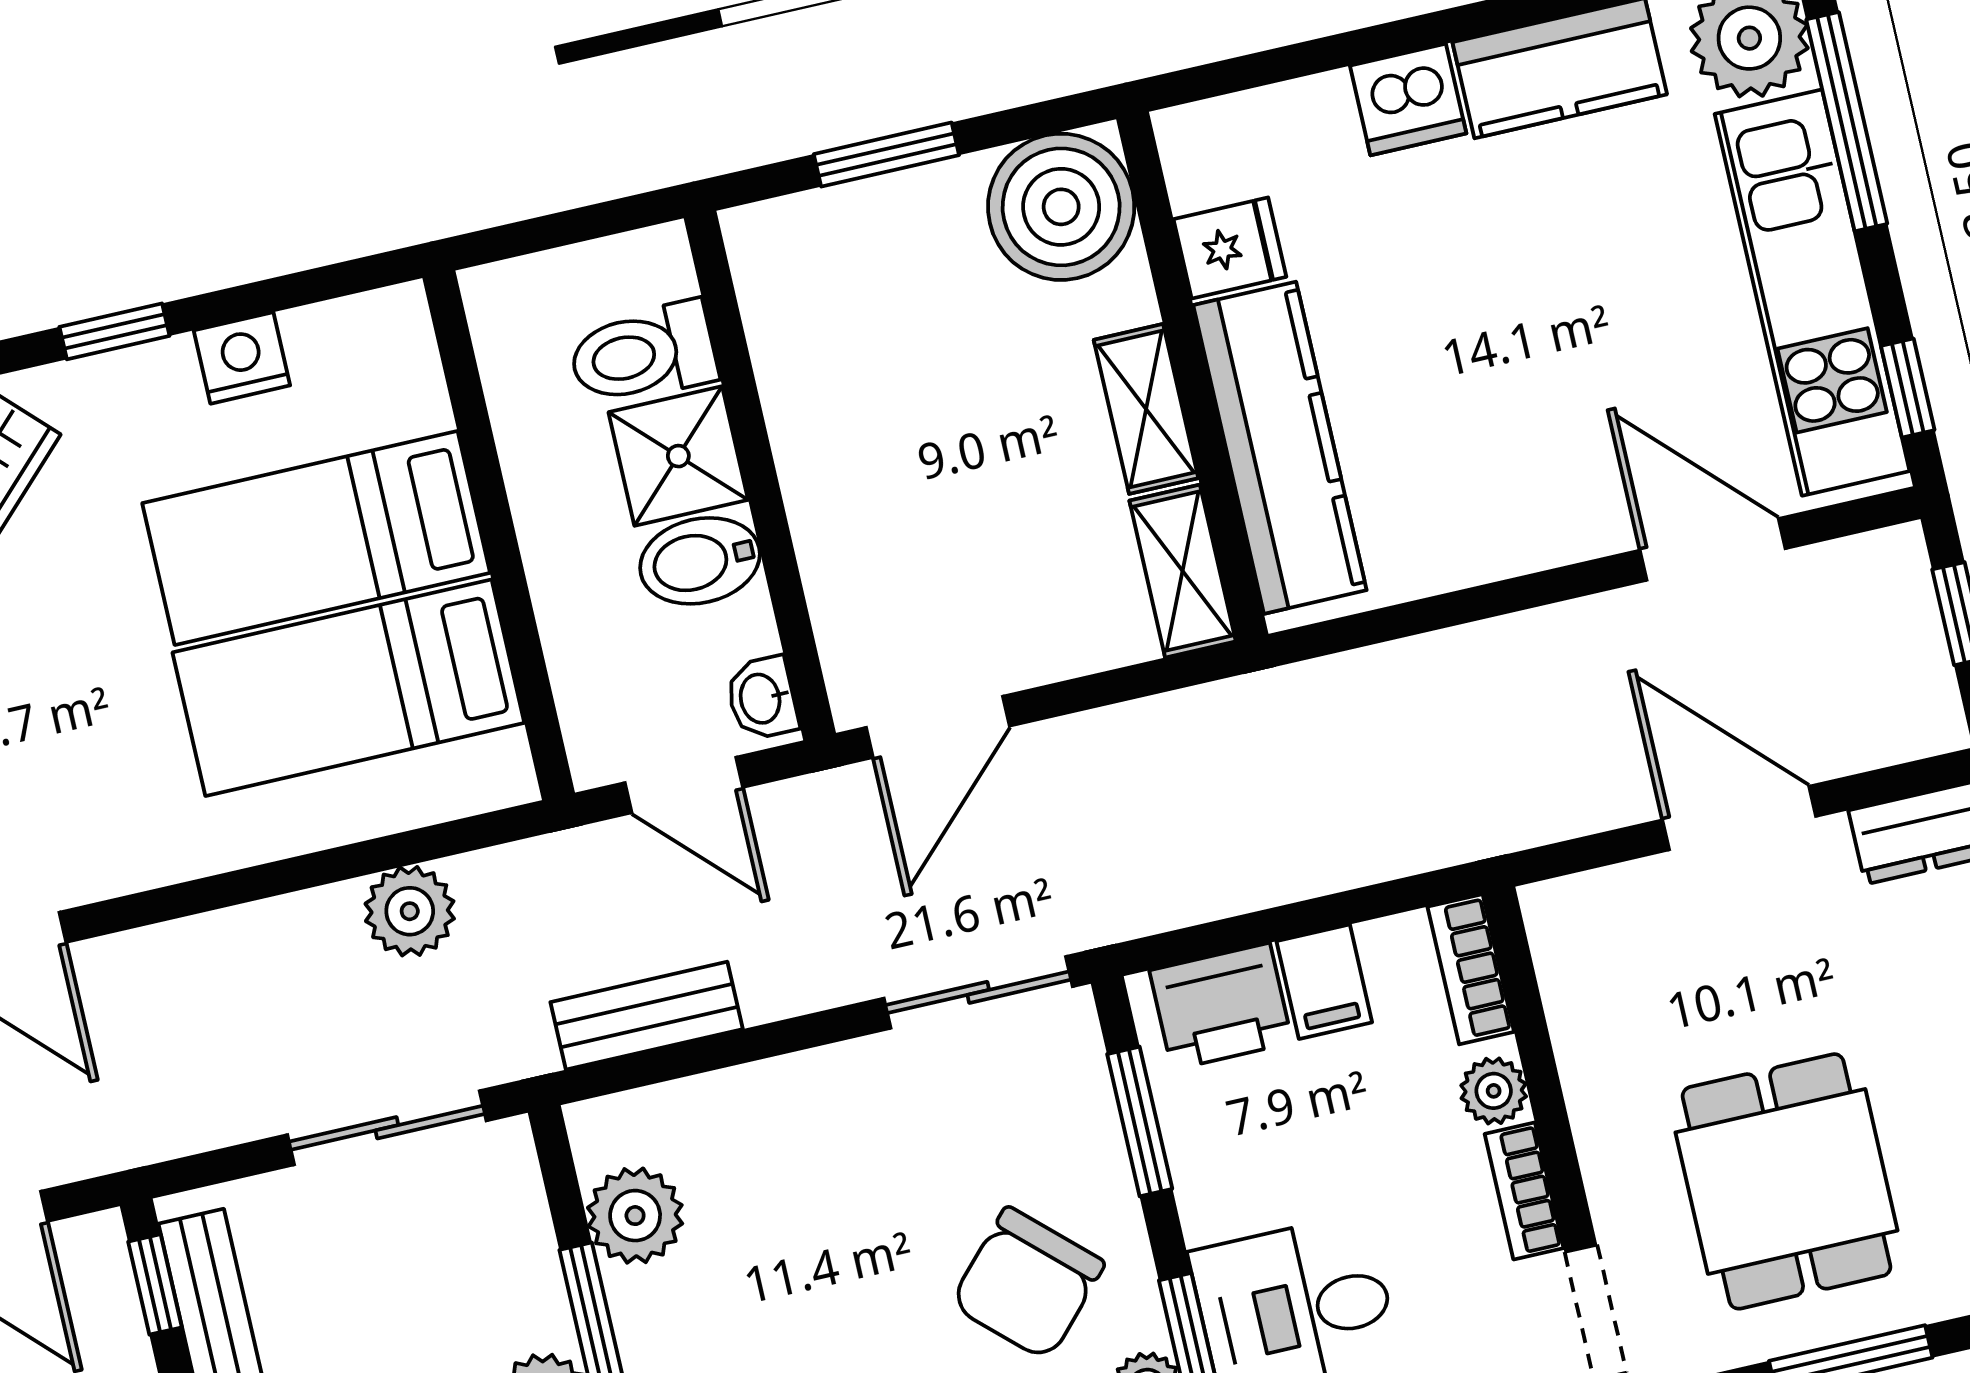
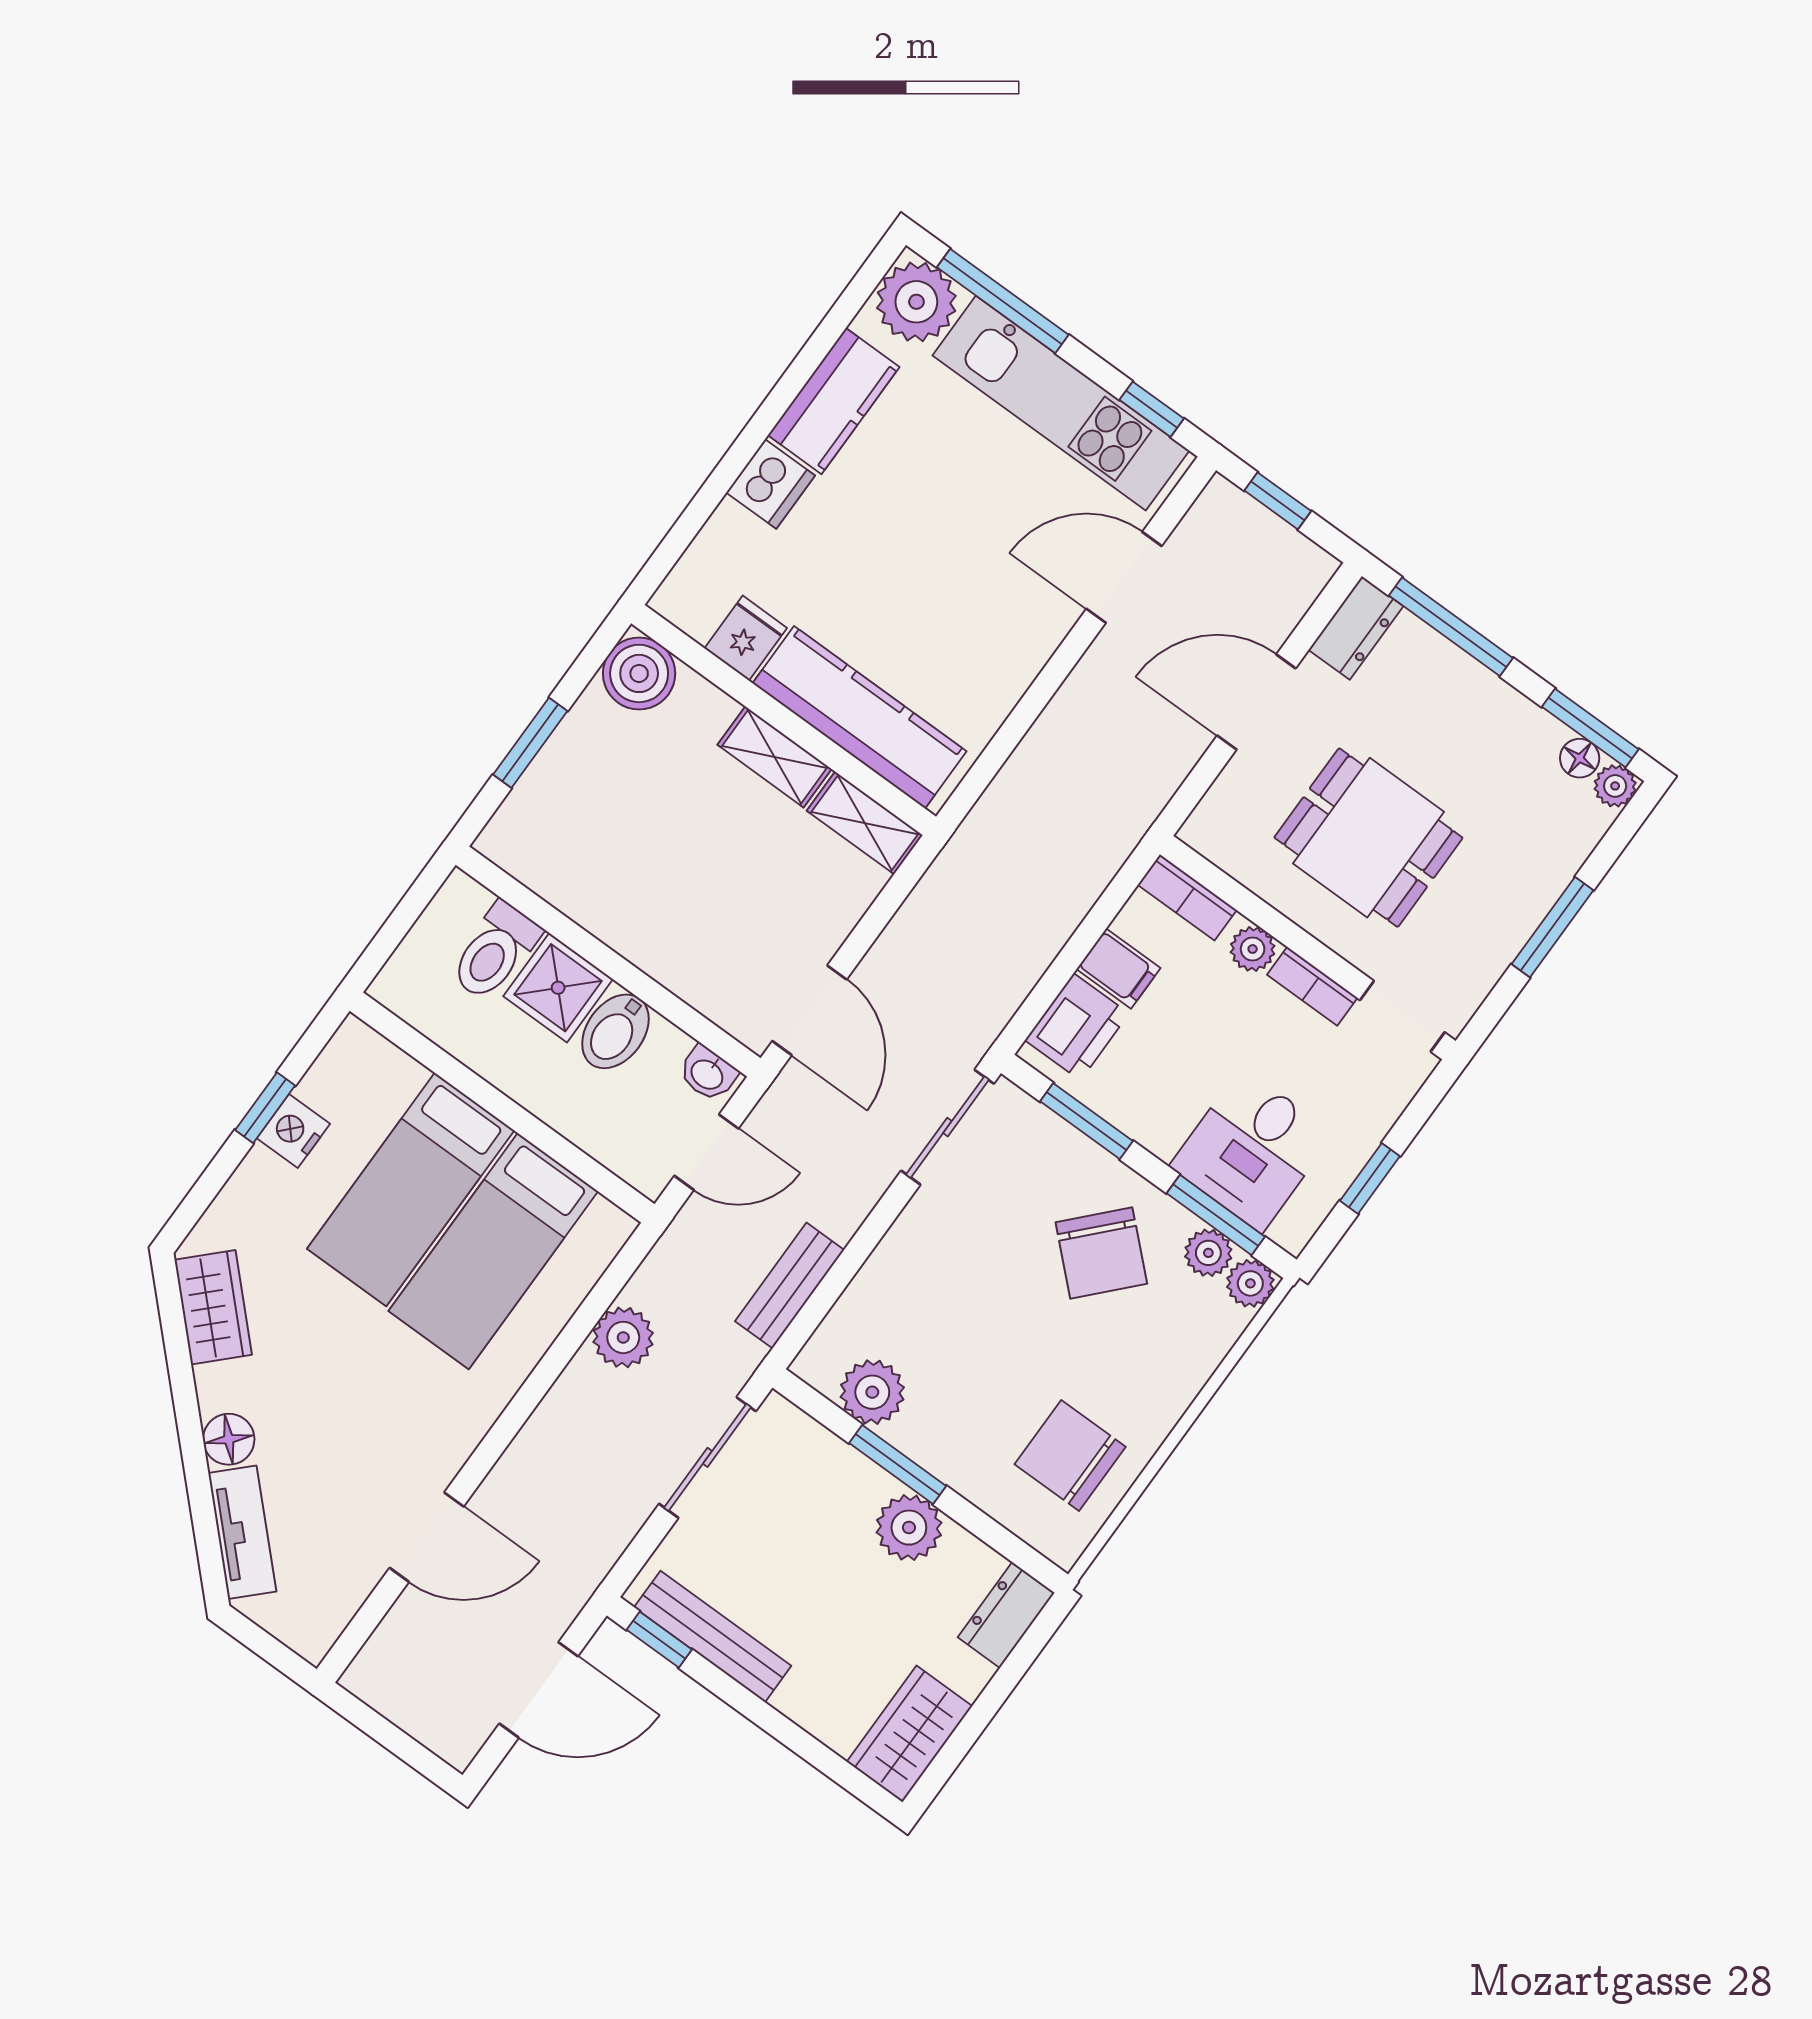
boiler: (1061, 207) -> (639, 673), width x0.73, depth x0.73
window: (114, 331) -> (265, 1108), moved
dining table: (1787, 1181) -> (1368, 838), moved

